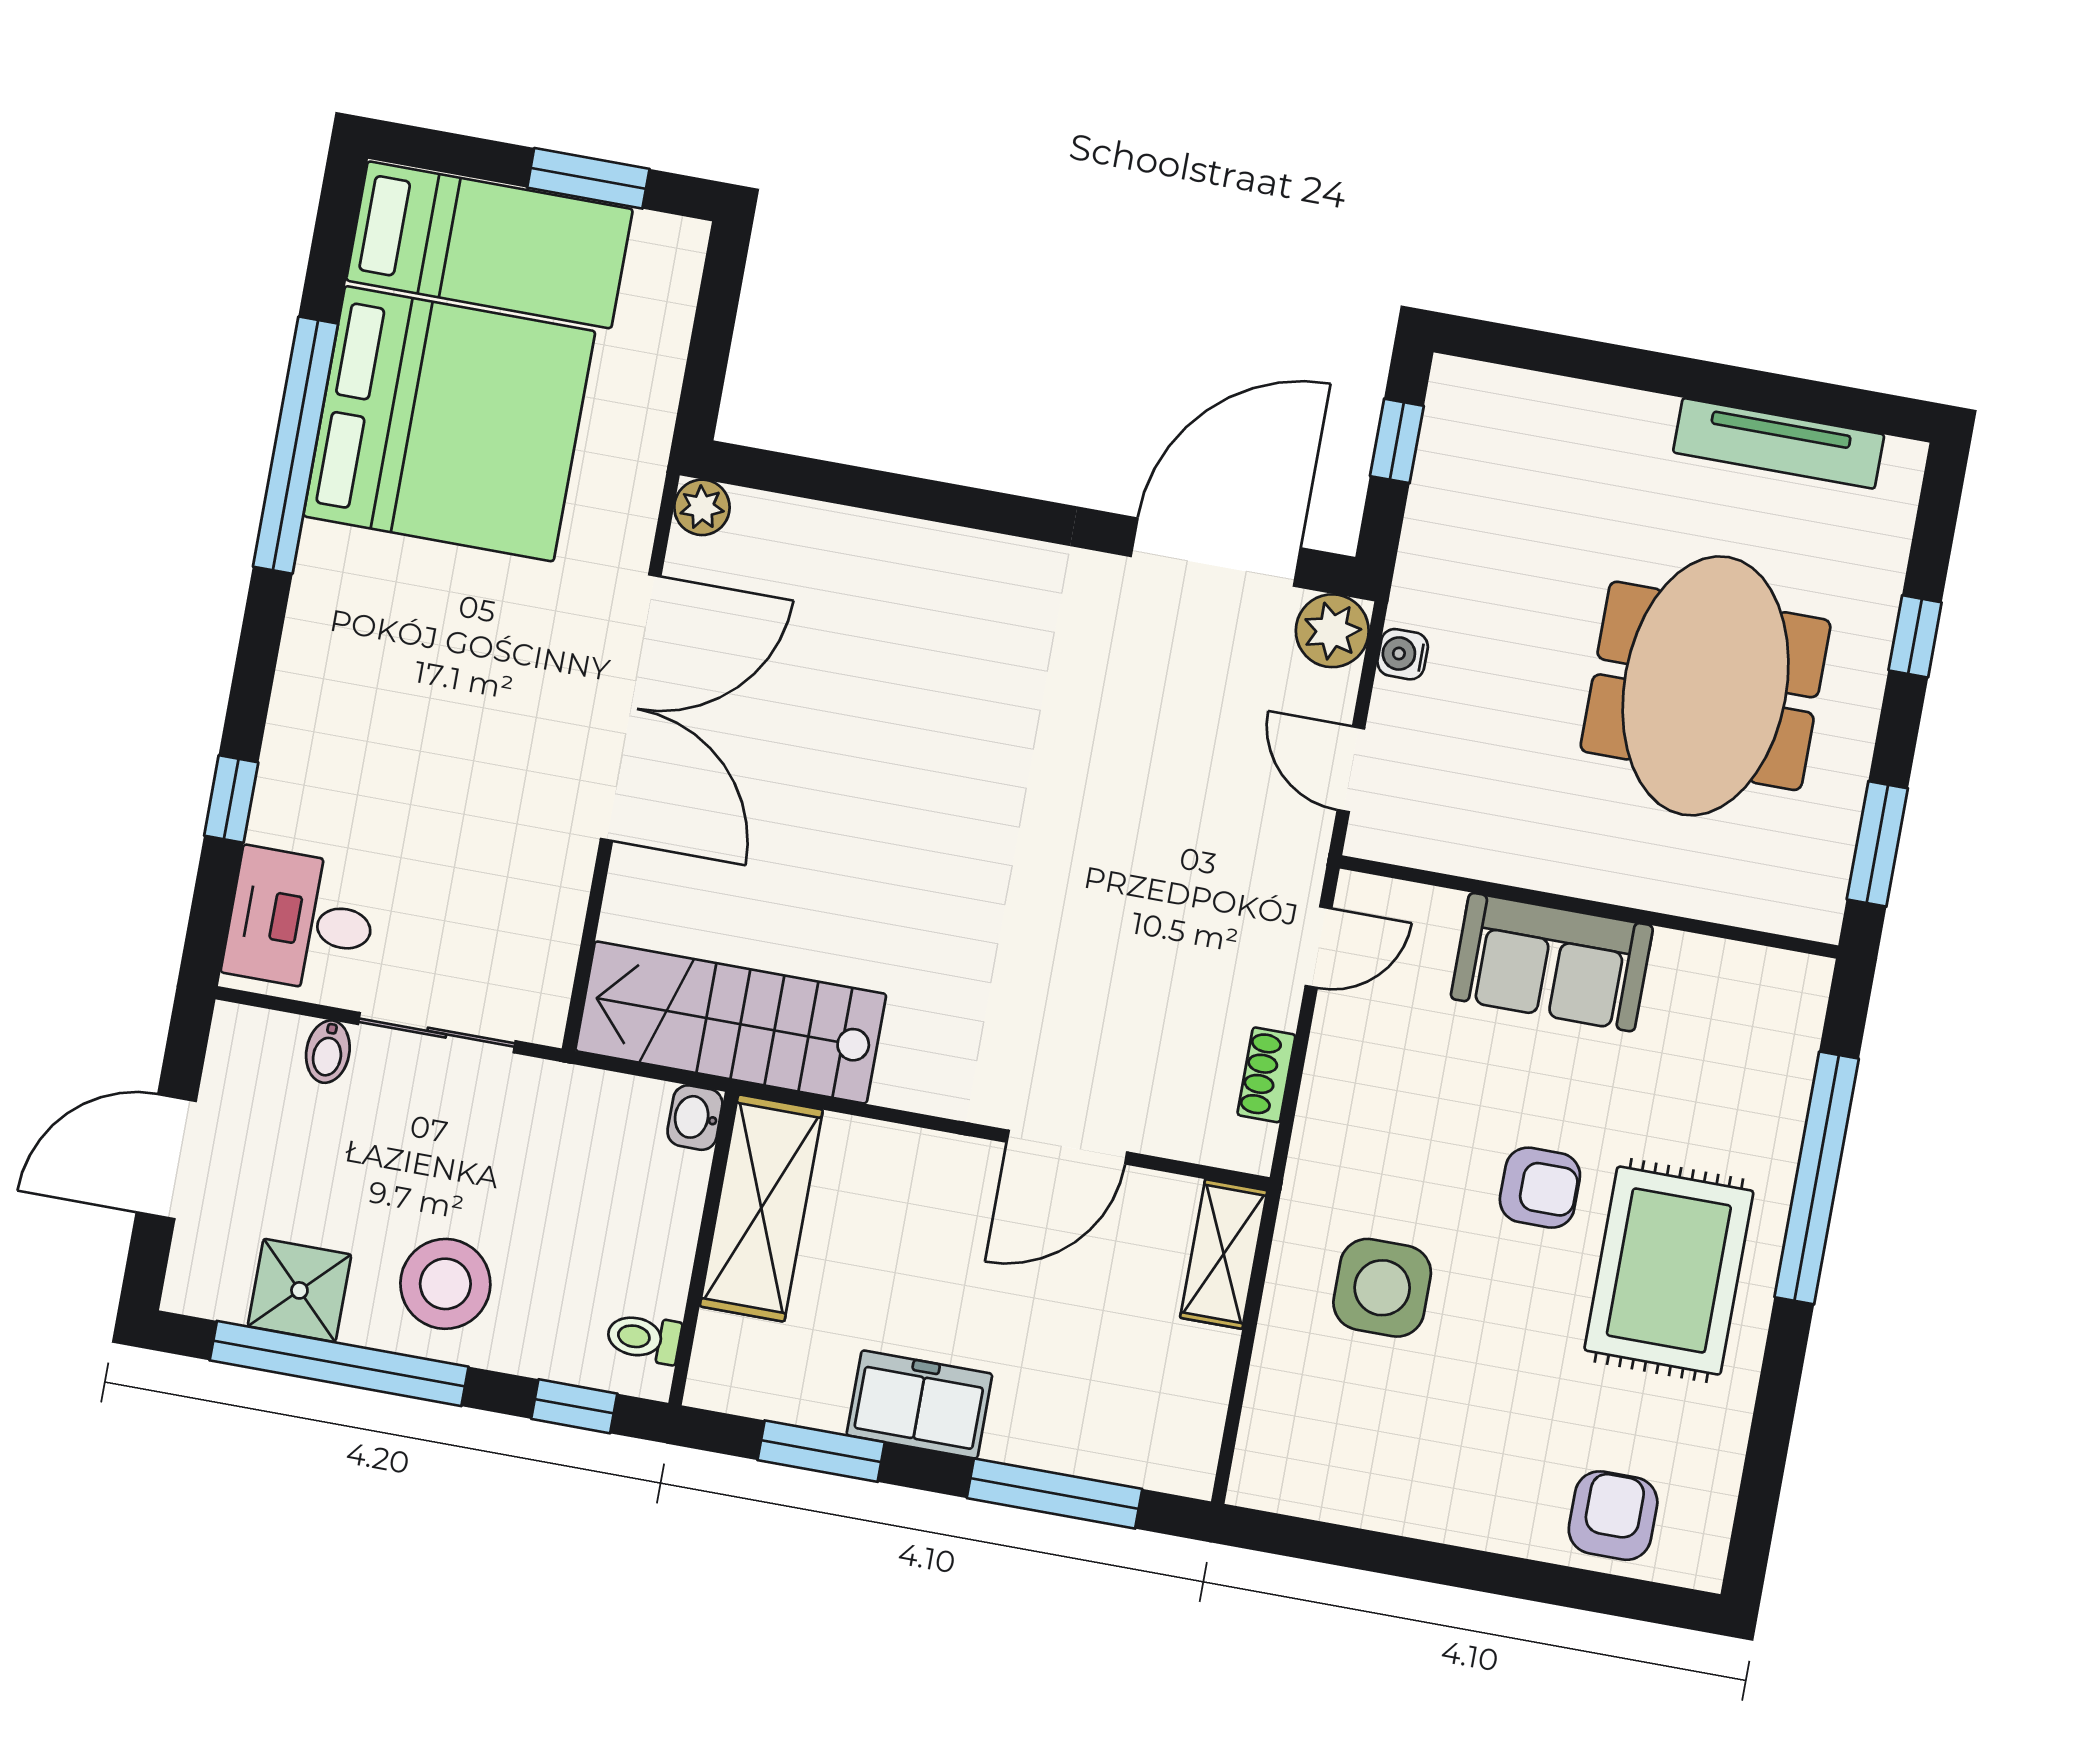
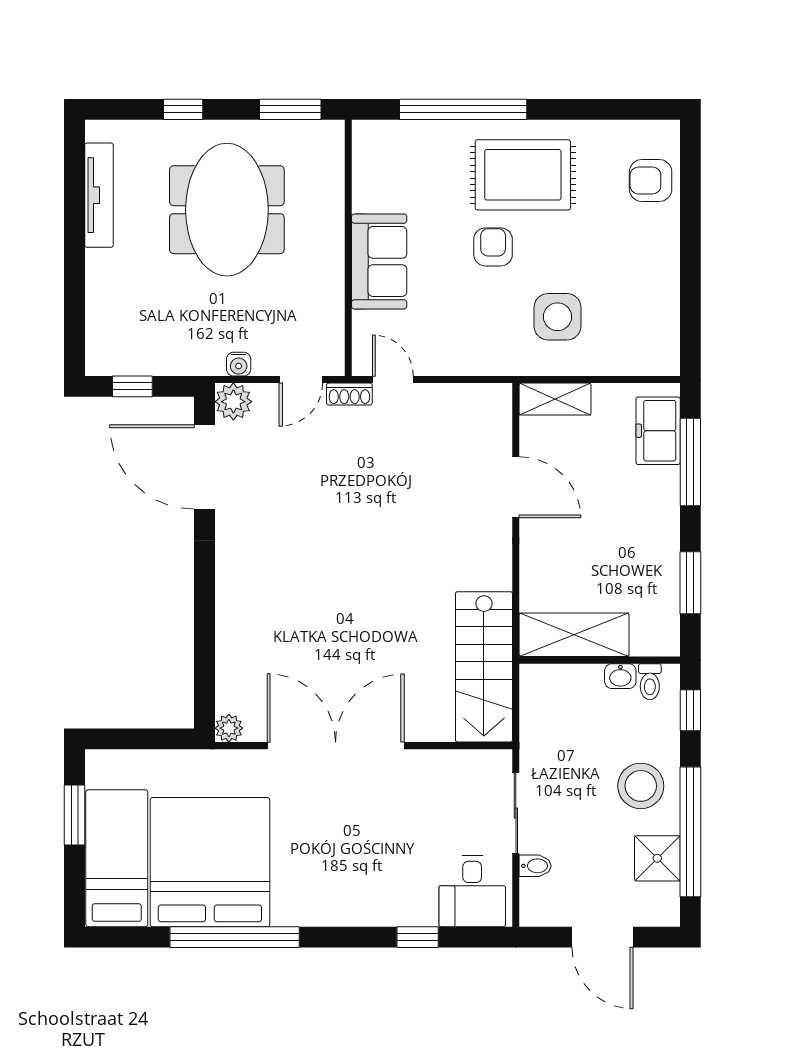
meeting table: (1706, 686) -> (227, 210), turned 90
shoe rack: (1266, 1075) -> (349, 394), moved
washbasin: (695, 1118) -> (620, 676), moved
freezer: (919, 1404) -> (658, 431), moved

